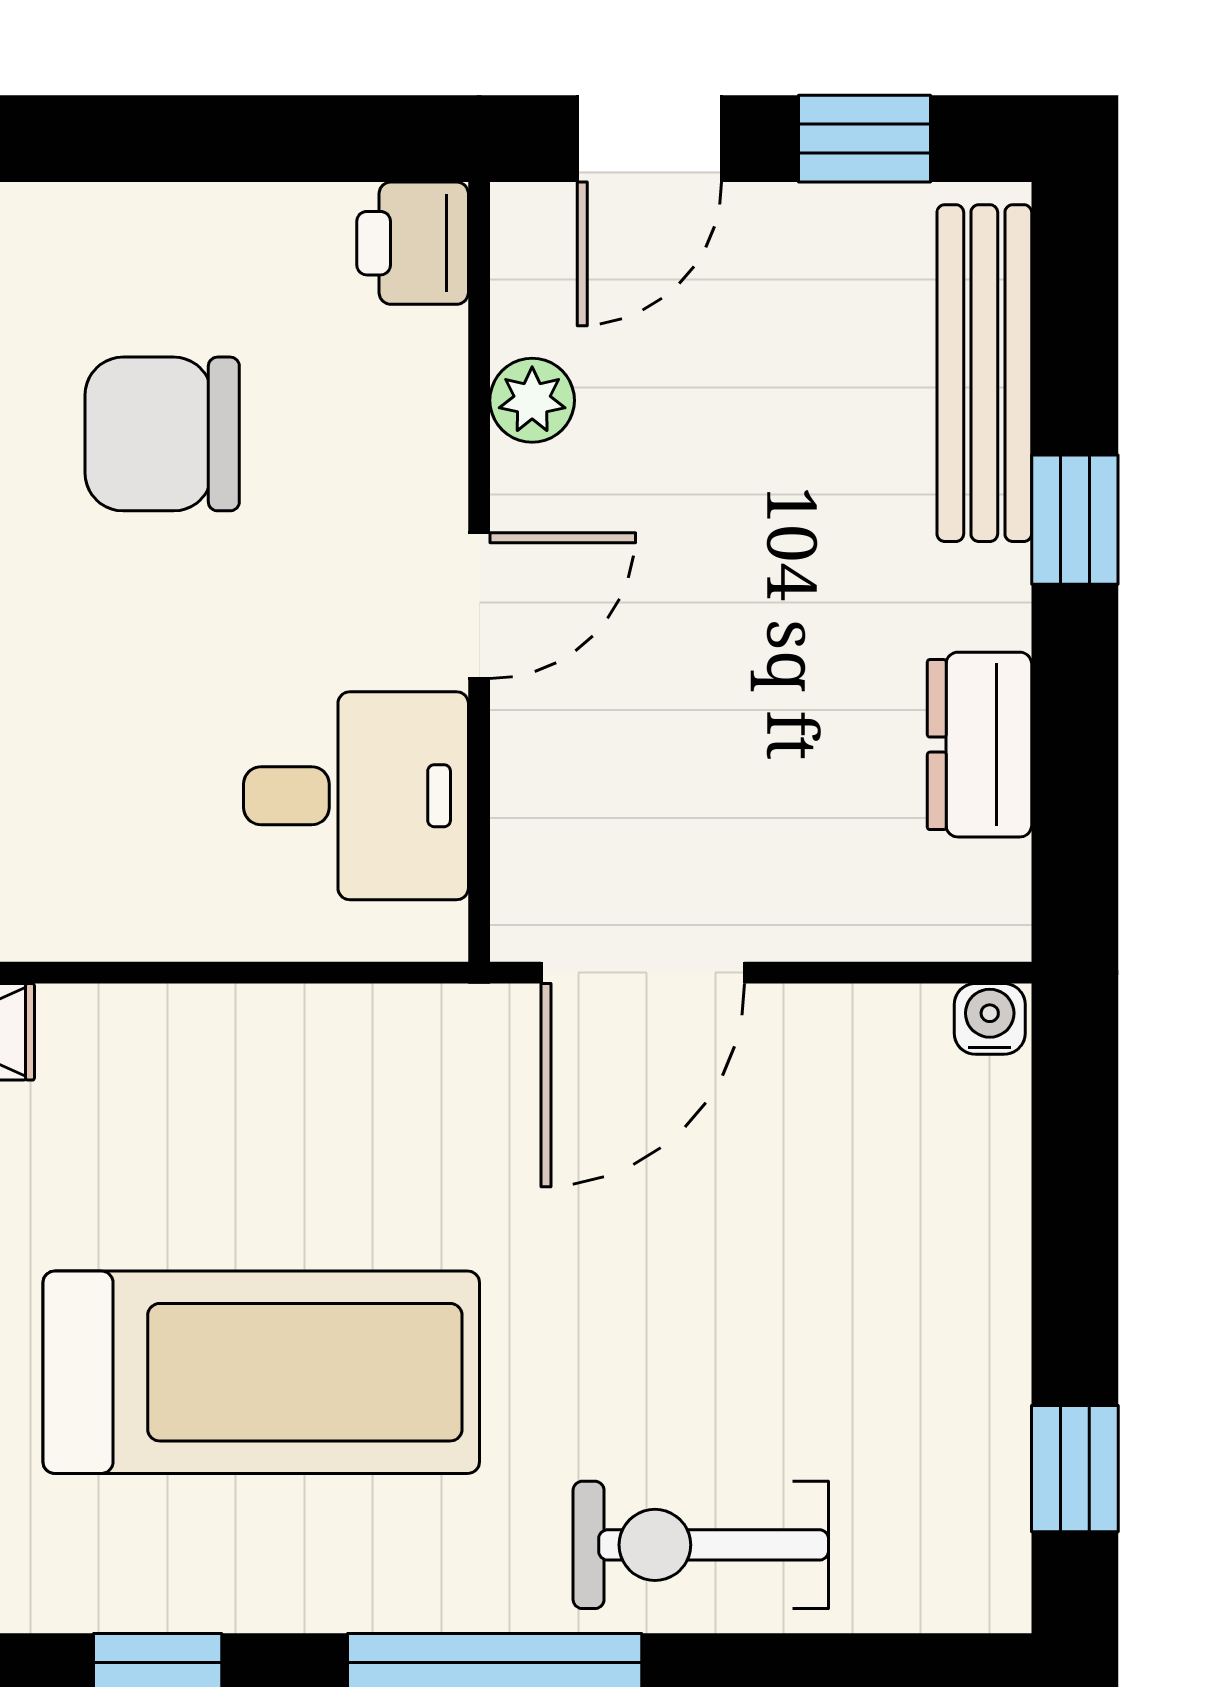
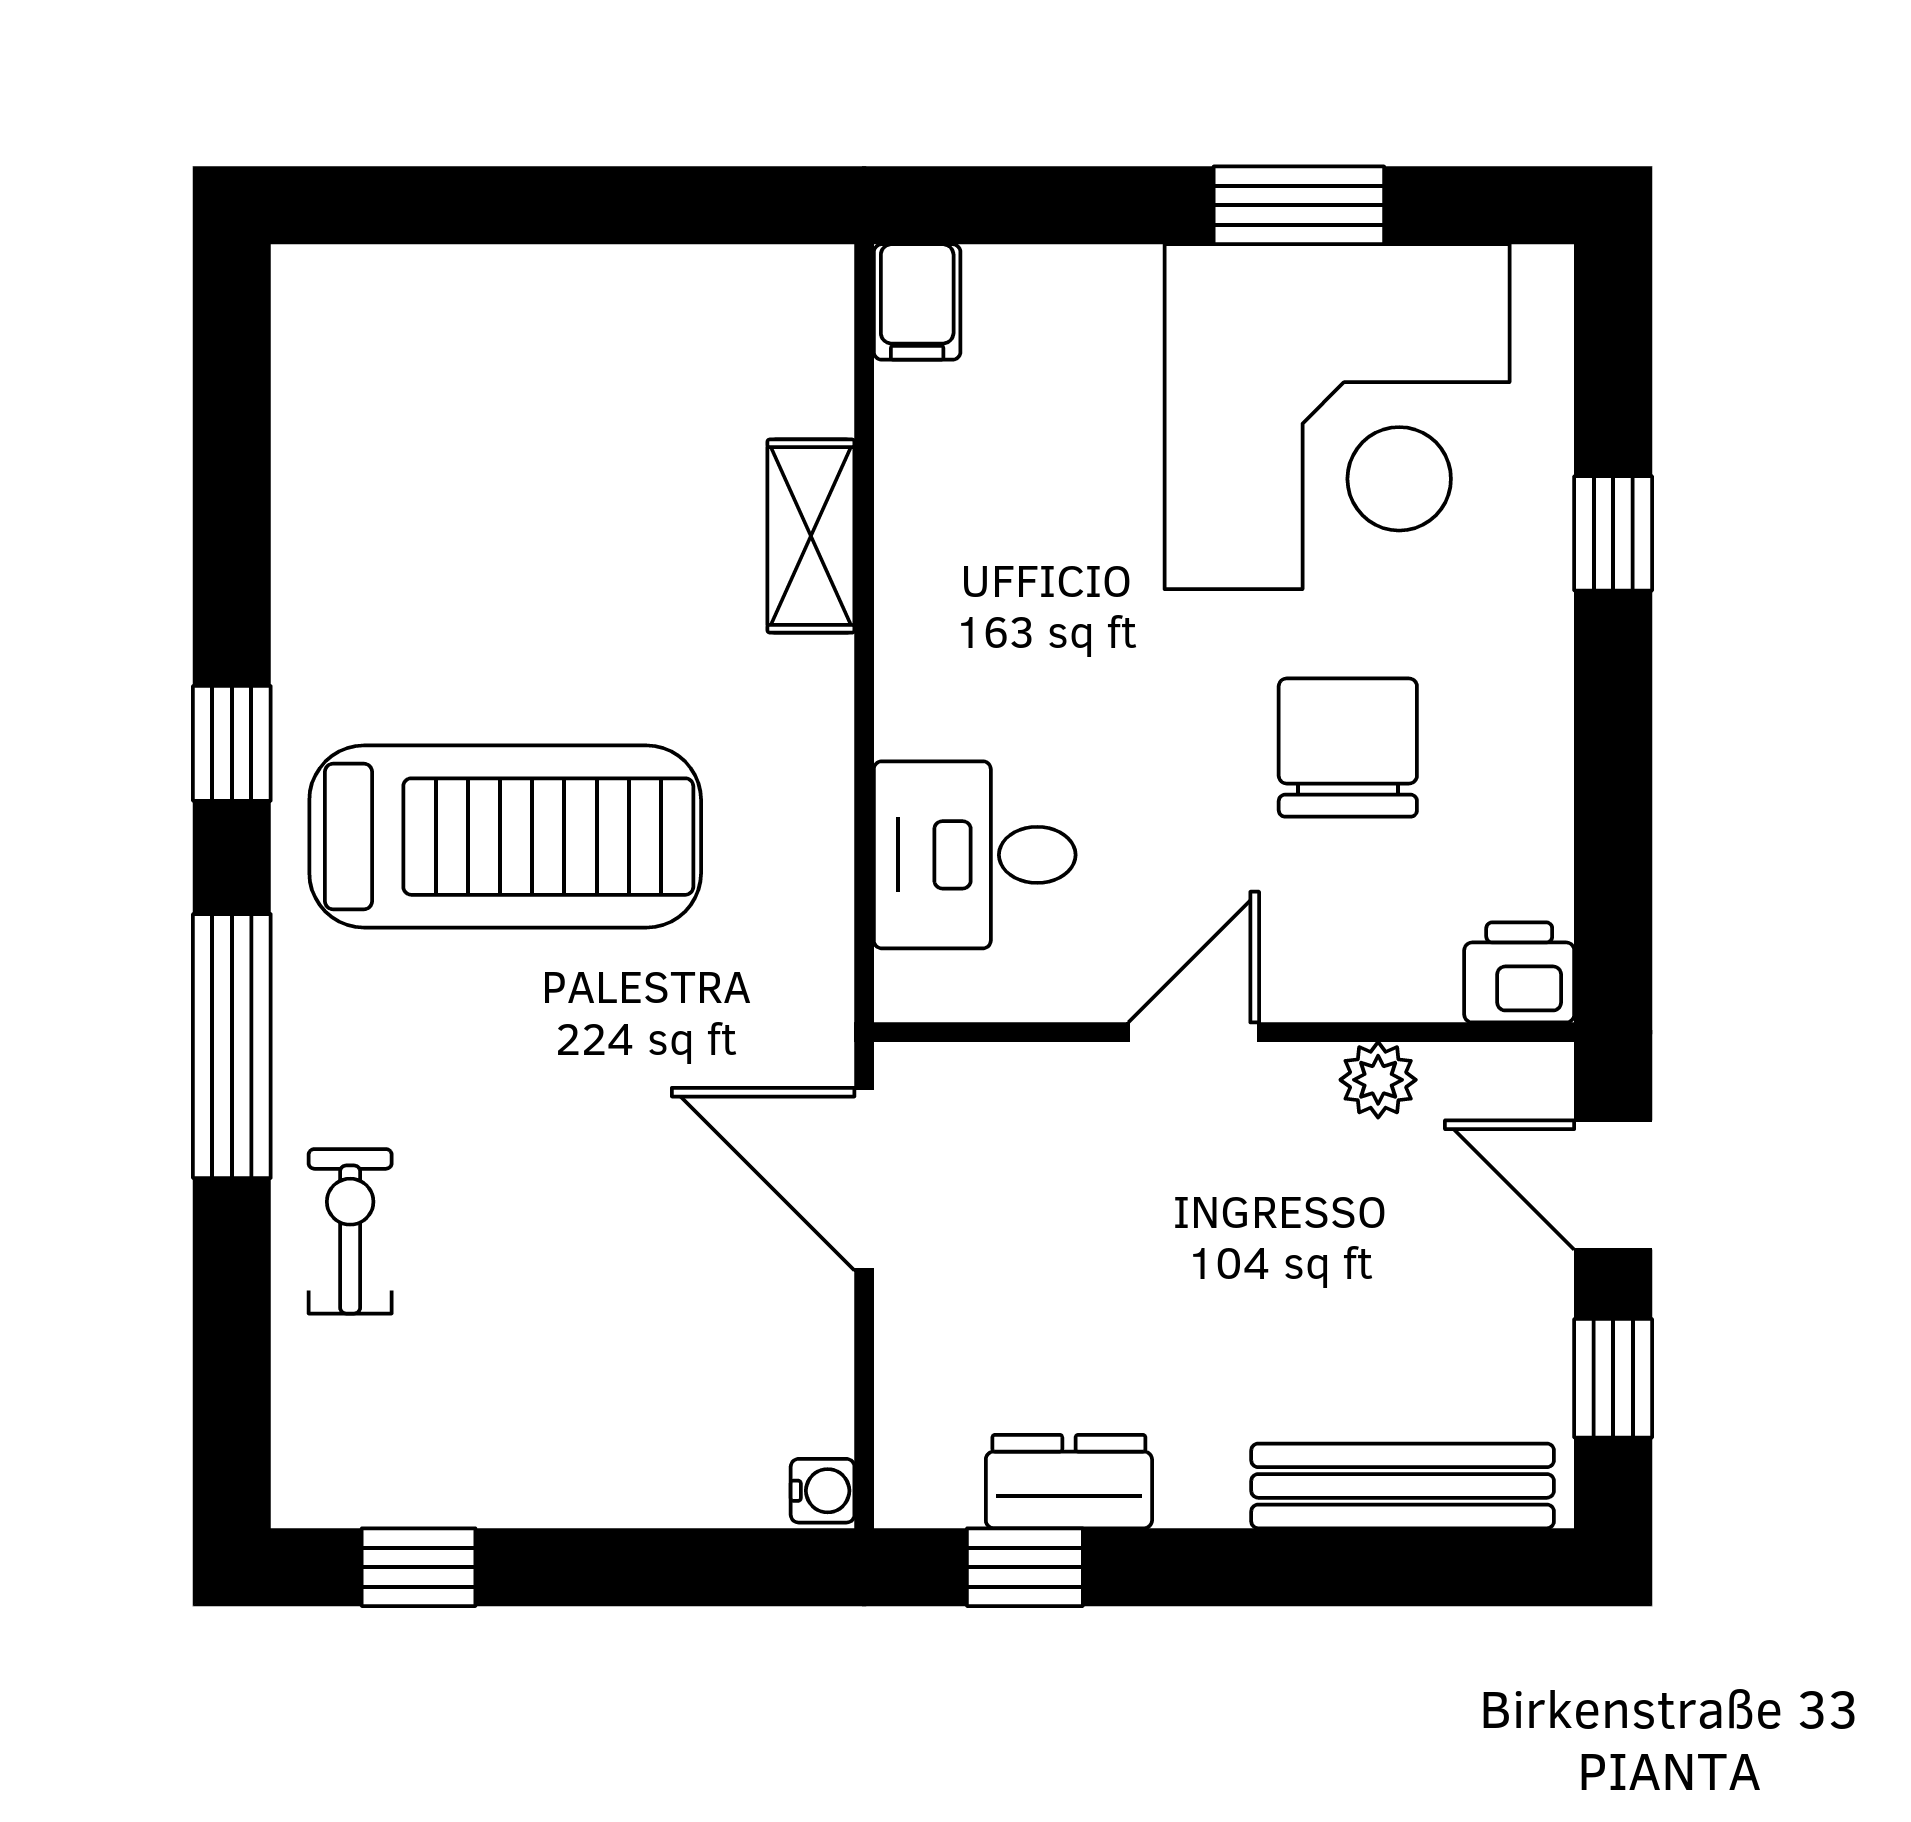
window: (1075, 520) -> (1025, 1567), moved
door: (479, 606) -> (1194, 1032), swing flipped
desk: (356, 796) -> (975, 855), moved, turned 90
treadmill: (261, 1372) -> (505, 837), turned -90
exercise bike: (701, 1545) -> (350, 1231), width x0.73, depth x0.72

